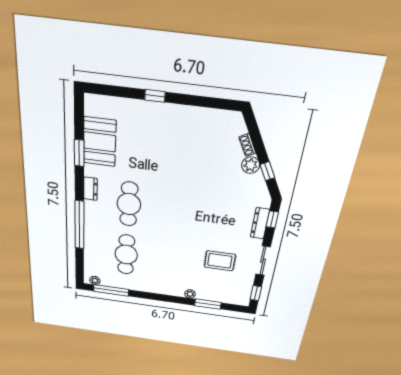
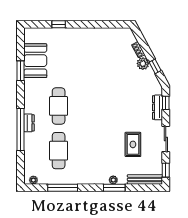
window: (155, 96) -> (59, 24), moved
dresser: (90, 189) -> (29, 123), moved
rug: (220, 261) -> (133, 144), turned 90
window: (111, 290) -> (63, 188), moved
bench: (228, 299) -> (145, 179), added
window: (208, 304) -> (114, 188), moved

